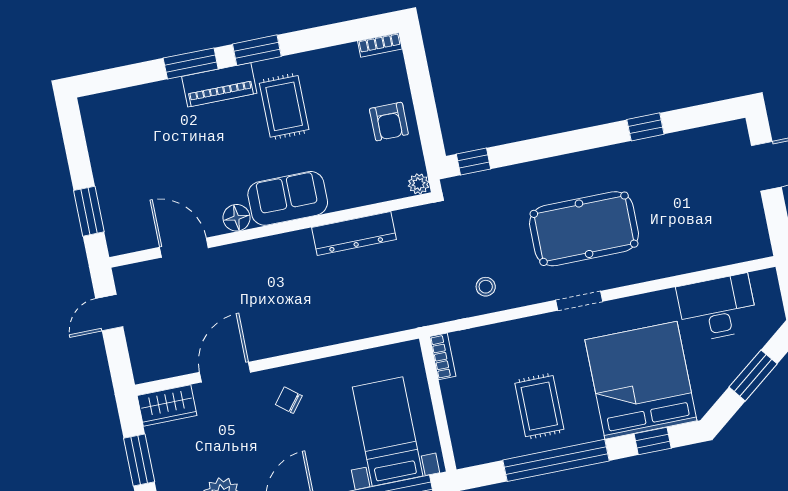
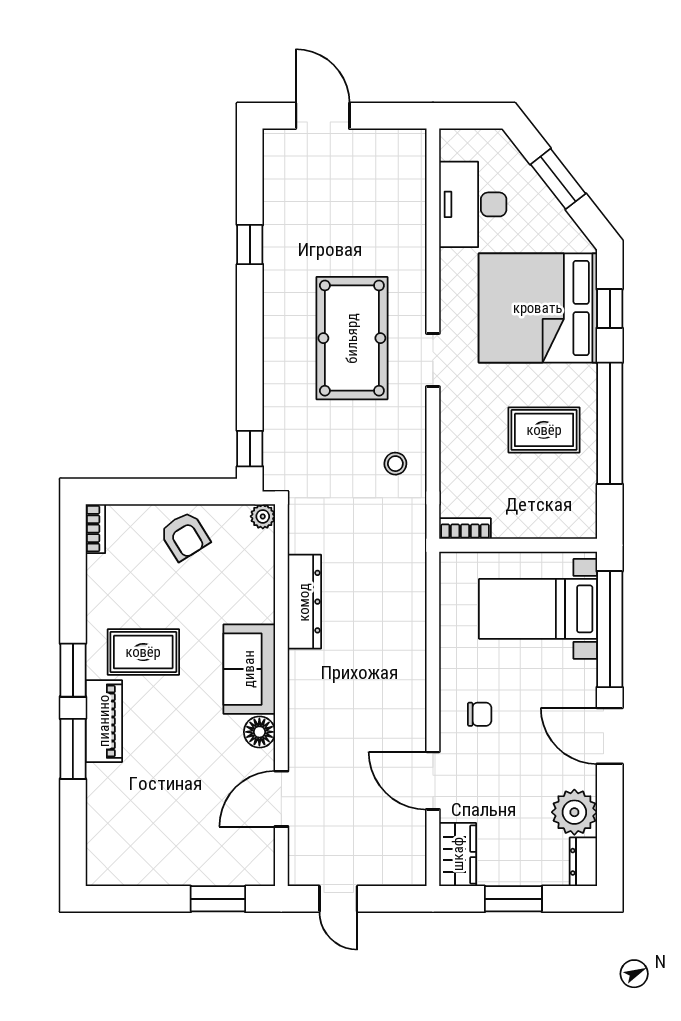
armchair: (389, 122) -> (185, 536), turned 58
chair: (289, 400) -> (480, 714), turned -128

